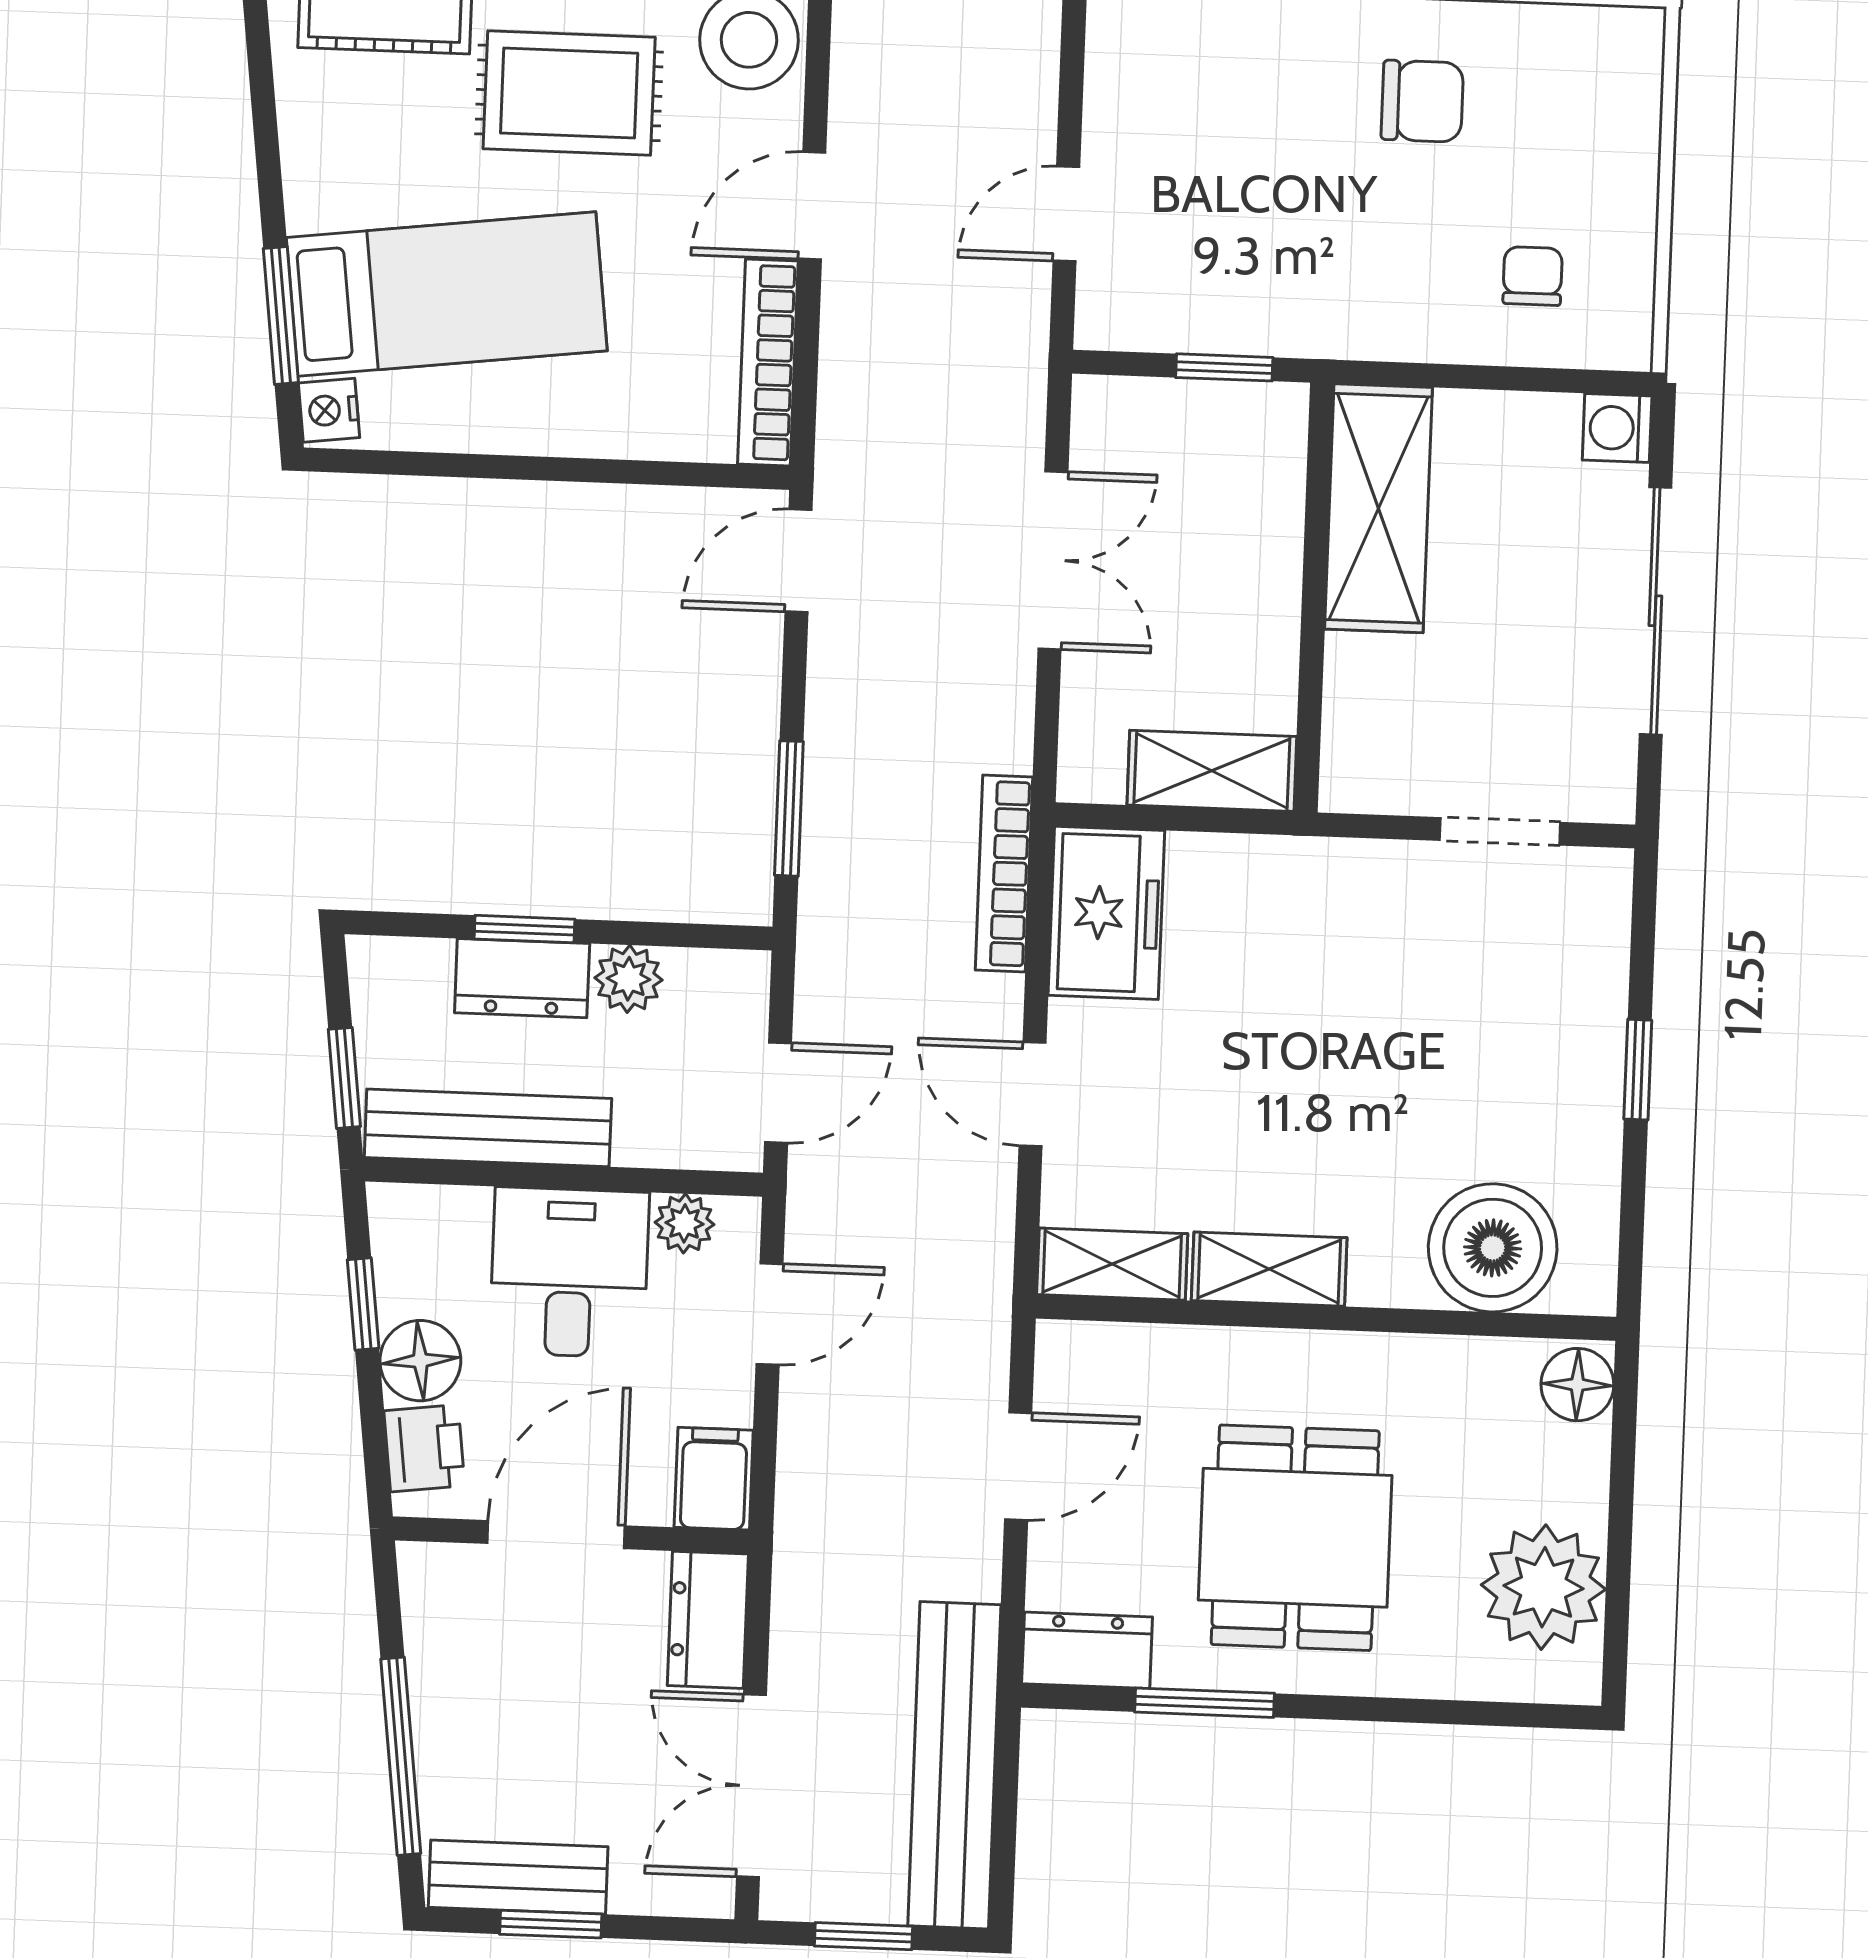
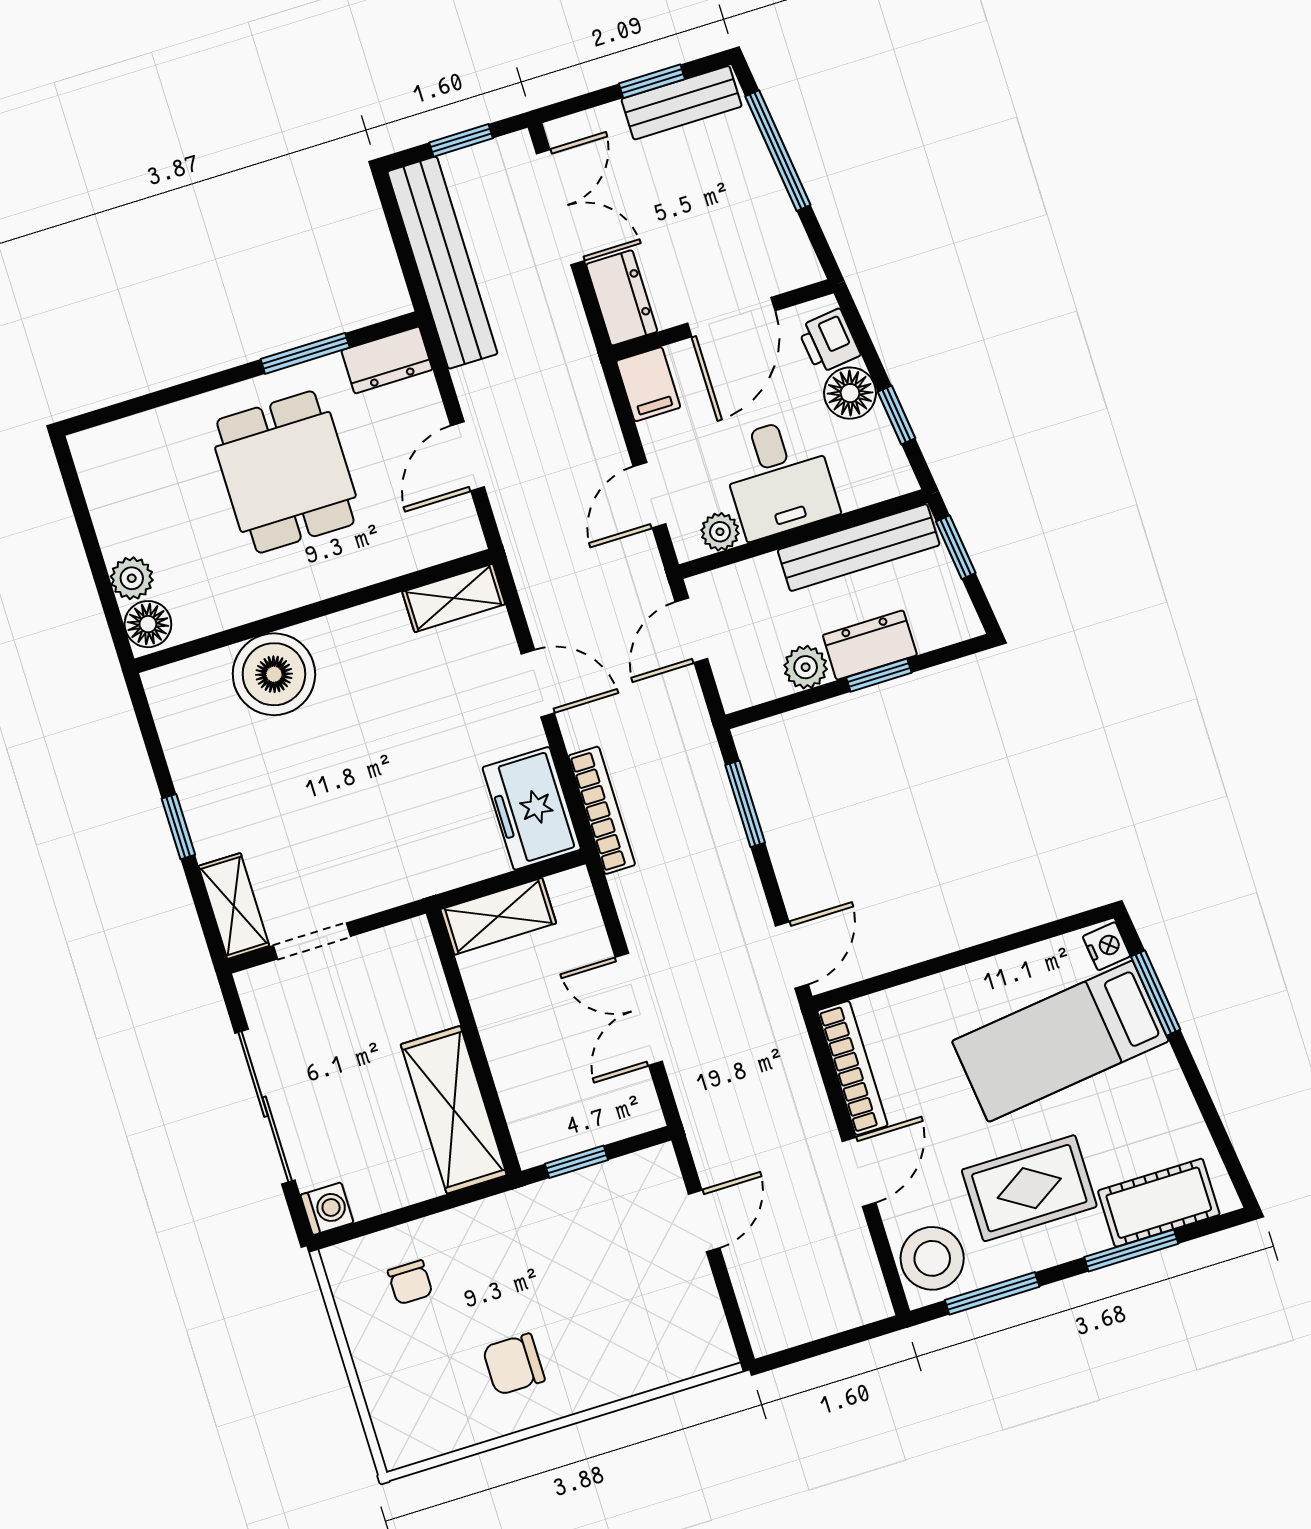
boiler: (1493, 1248) -> (274, 674), moved
shelving: (1269, 1269) -> (234, 906), moved, turned 90
plant: (1543, 1587) -> (132, 578), moved, width x0.53, depth x0.53

